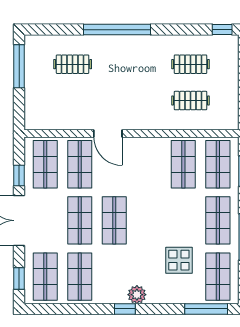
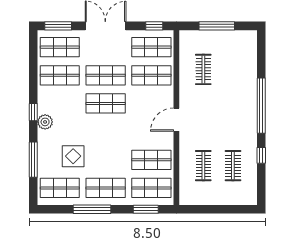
window: (222, 30) -> (261, 155), moved
clothes rail: (73, 64) -> (203, 69), moved
window: (19, 66) -> (217, 26), moved
door: (108, 133) -> (176, 120), moved
window: (19, 175) -> (154, 26), moved
window: (19, 279) -> (58, 26), width x1.50
window: (206, 309) -> (33, 160), moved

